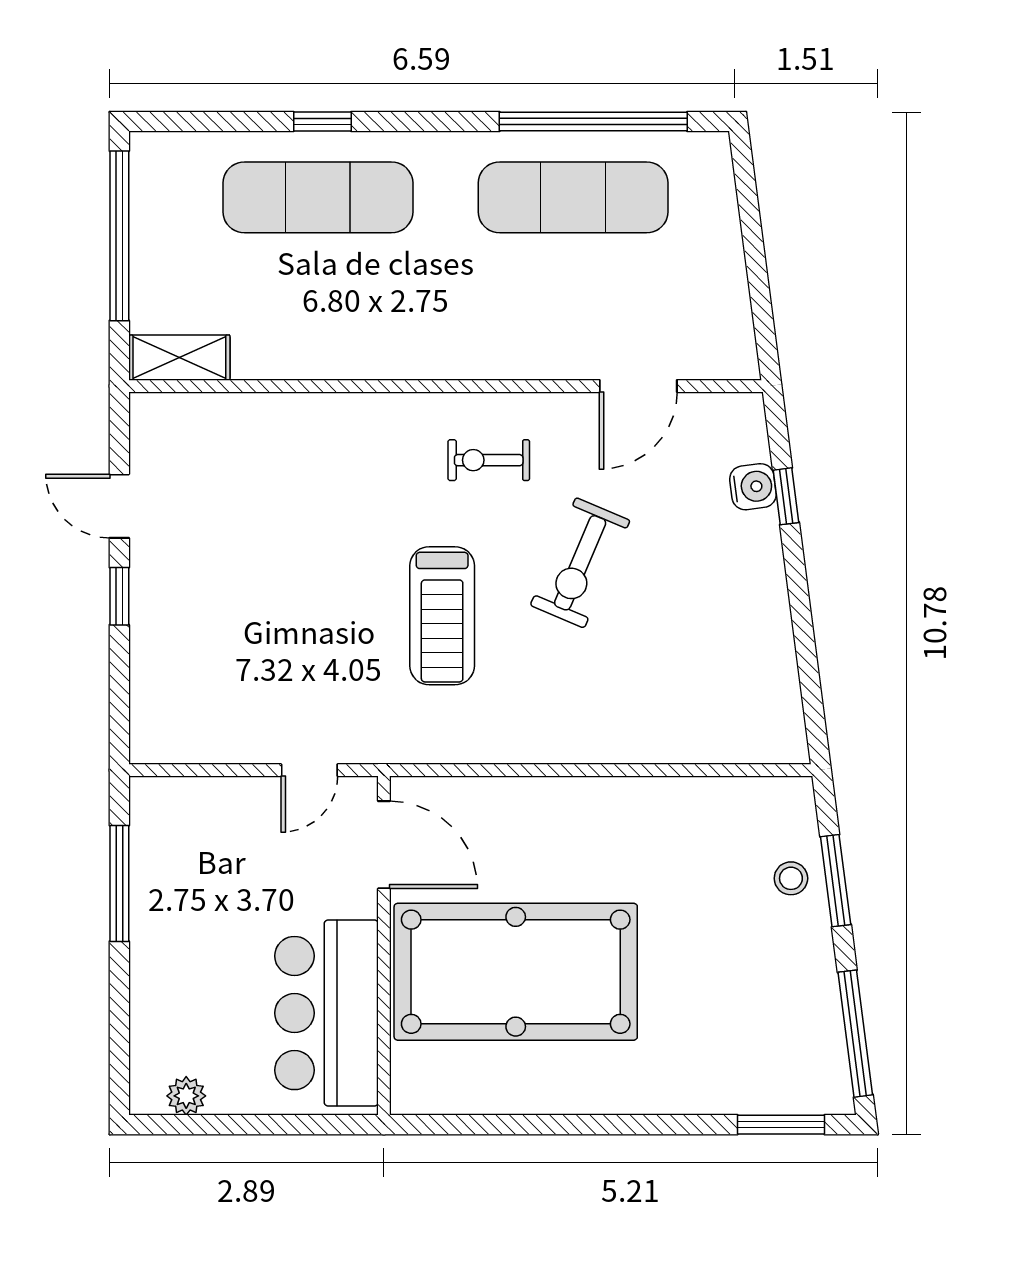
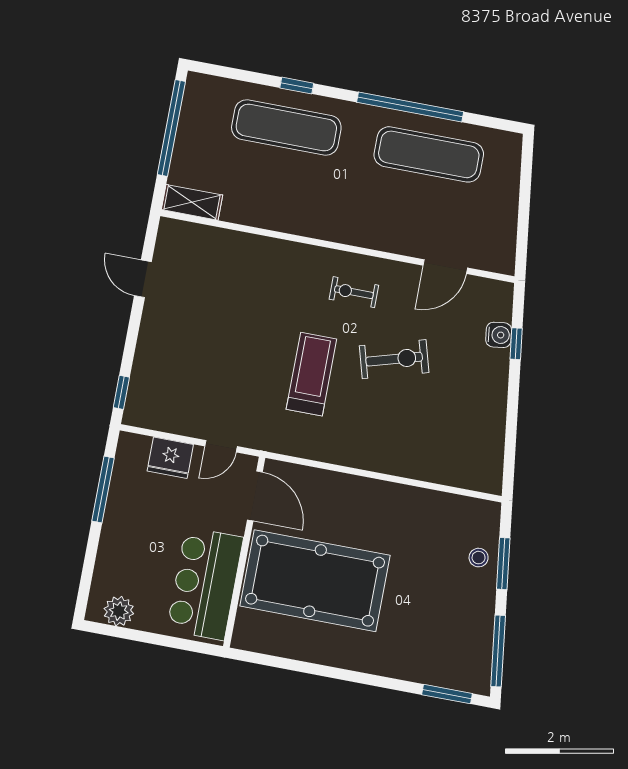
window: (593, 122) -> (410, 107), moved
exercise bike: (580, 563) -> (394, 359), turned -129
window: (119, 596) -> (121, 392), moved
treadmill: (442, 616) -> (311, 374), turned 180
fridge: (225, 807) -> (170, 458), added
plant: (186, 1096) -> (119, 611), width x1.38, depth x1.38

